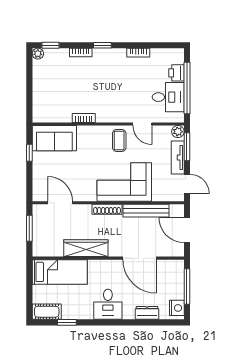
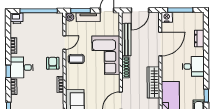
printer: (176, 73) -> (17, 18), moved
desk: (168, 97) -> (22, 67), moved, turned -90
armchair: (113, 108) -> (53, 63), added
nightstand: (177, 308) -> (167, 17), moved

